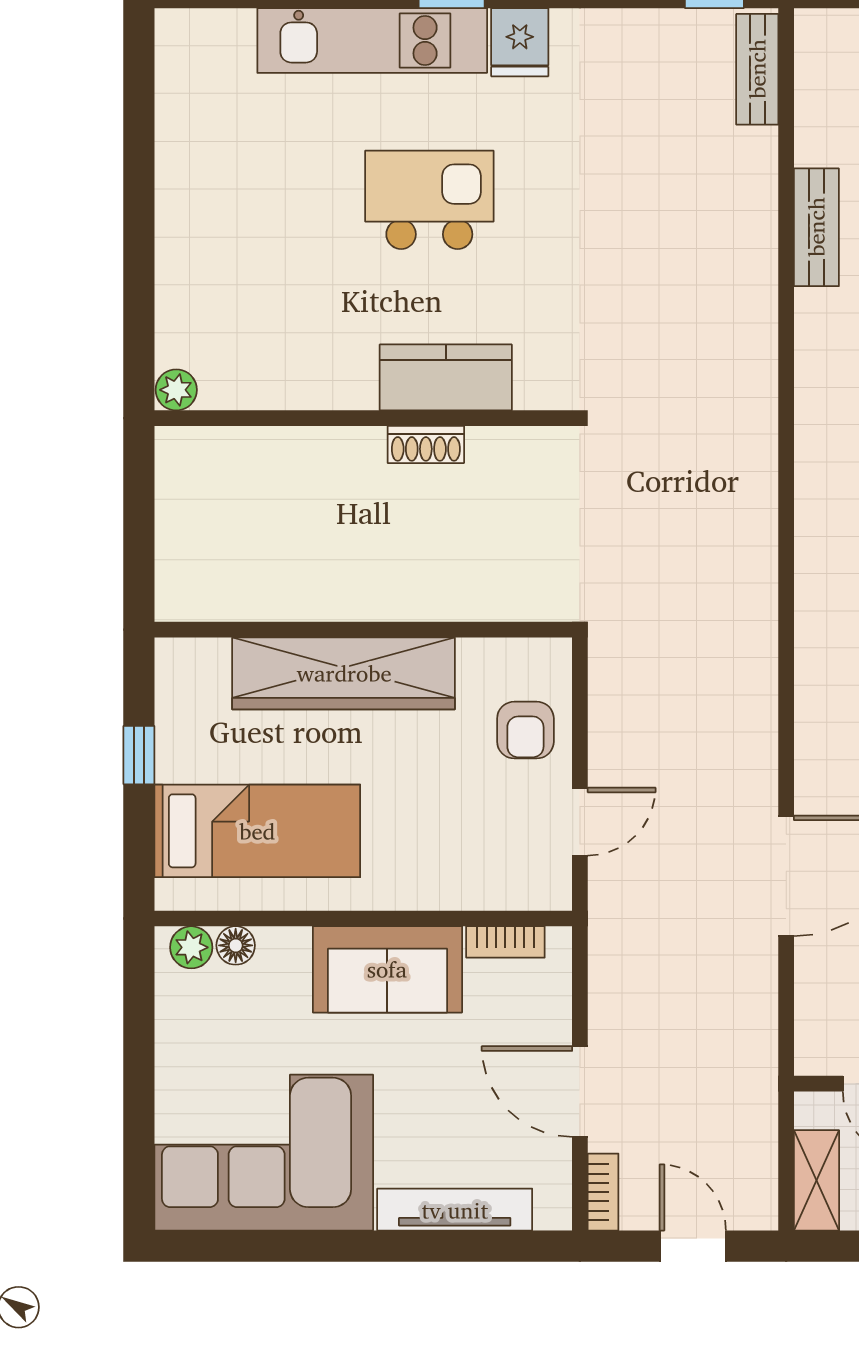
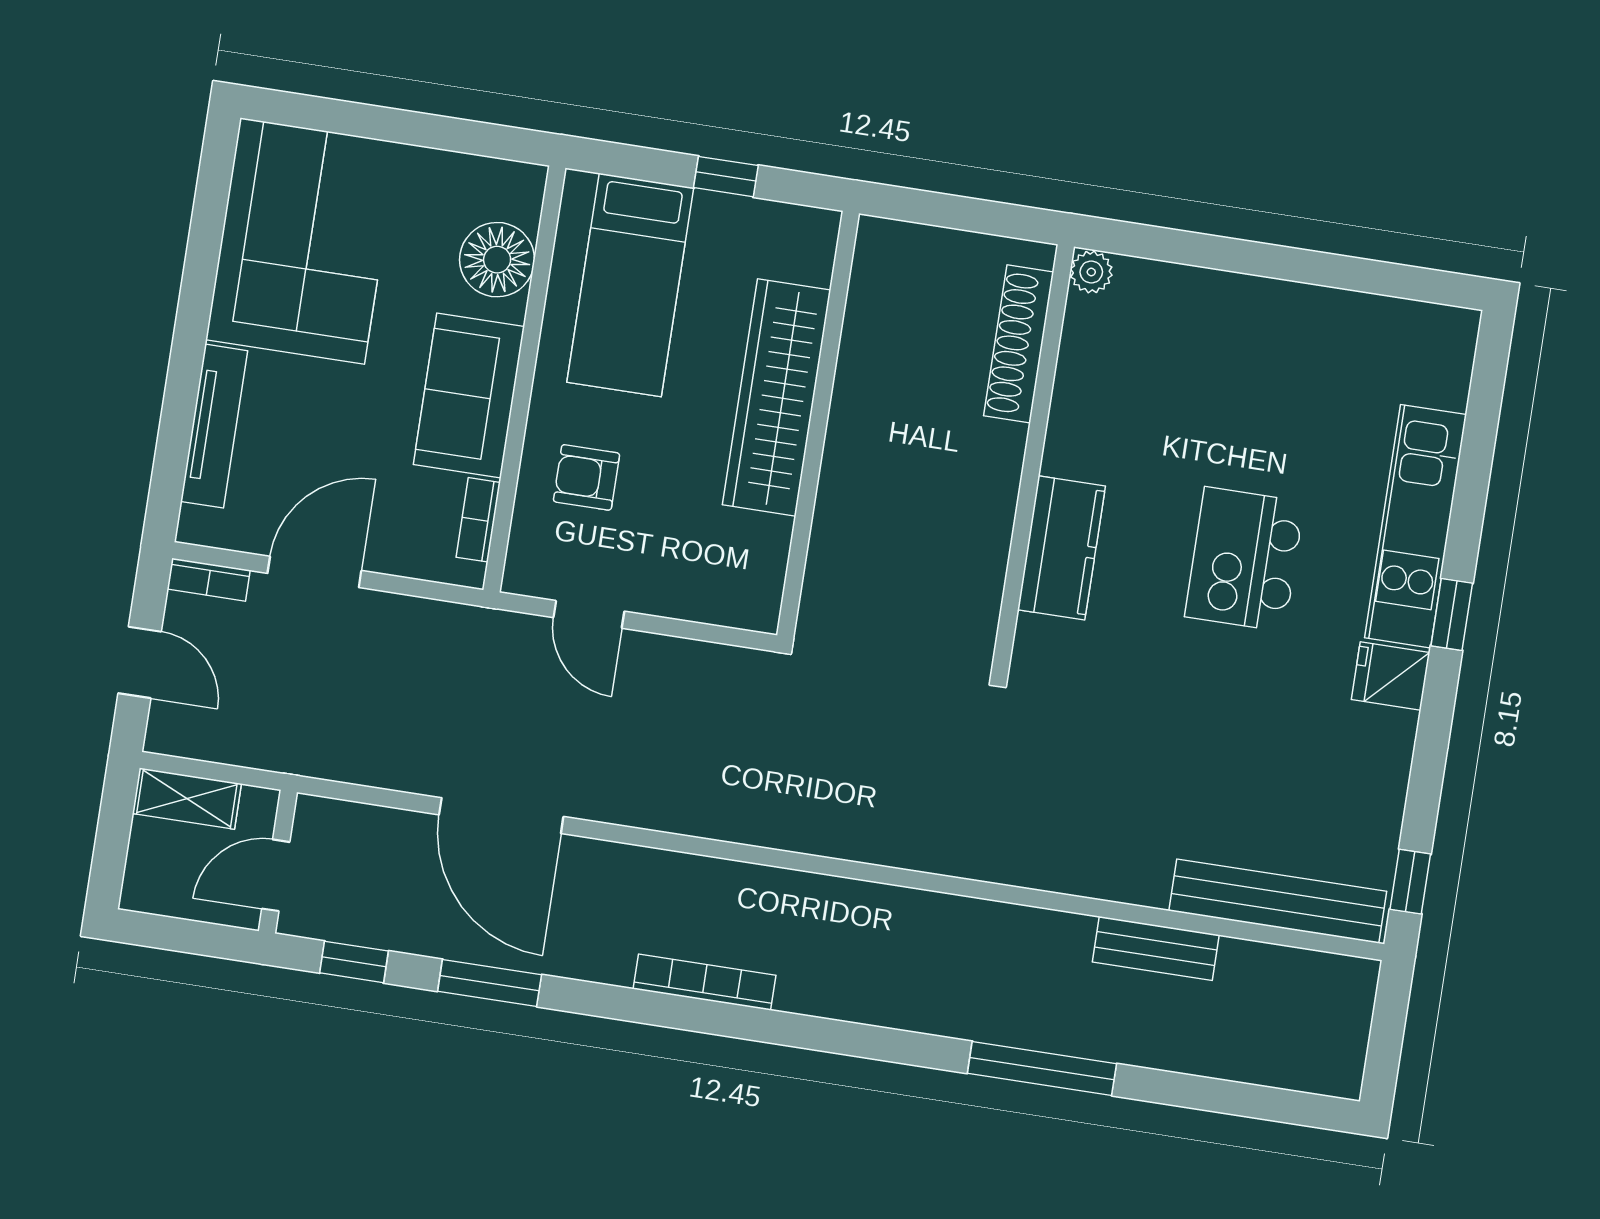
bench: (757, 69) -> (1278, 901), width x1.86, depth x1.21
kitchen island: (429, 200) -> (1245, 559), turned 180
shoe rack: (426, 445) -> (1019, 344), moved, width x1.94, depth x1.24
armchair: (525, 730) -> (586, 477), moved
floor lamp: (236, 945) -> (497, 260), width x1.89, depth x1.89
plant: (191, 947) -> (522, 200), removed
door: (693, 1246) -> (140, 662), hinge flipped

